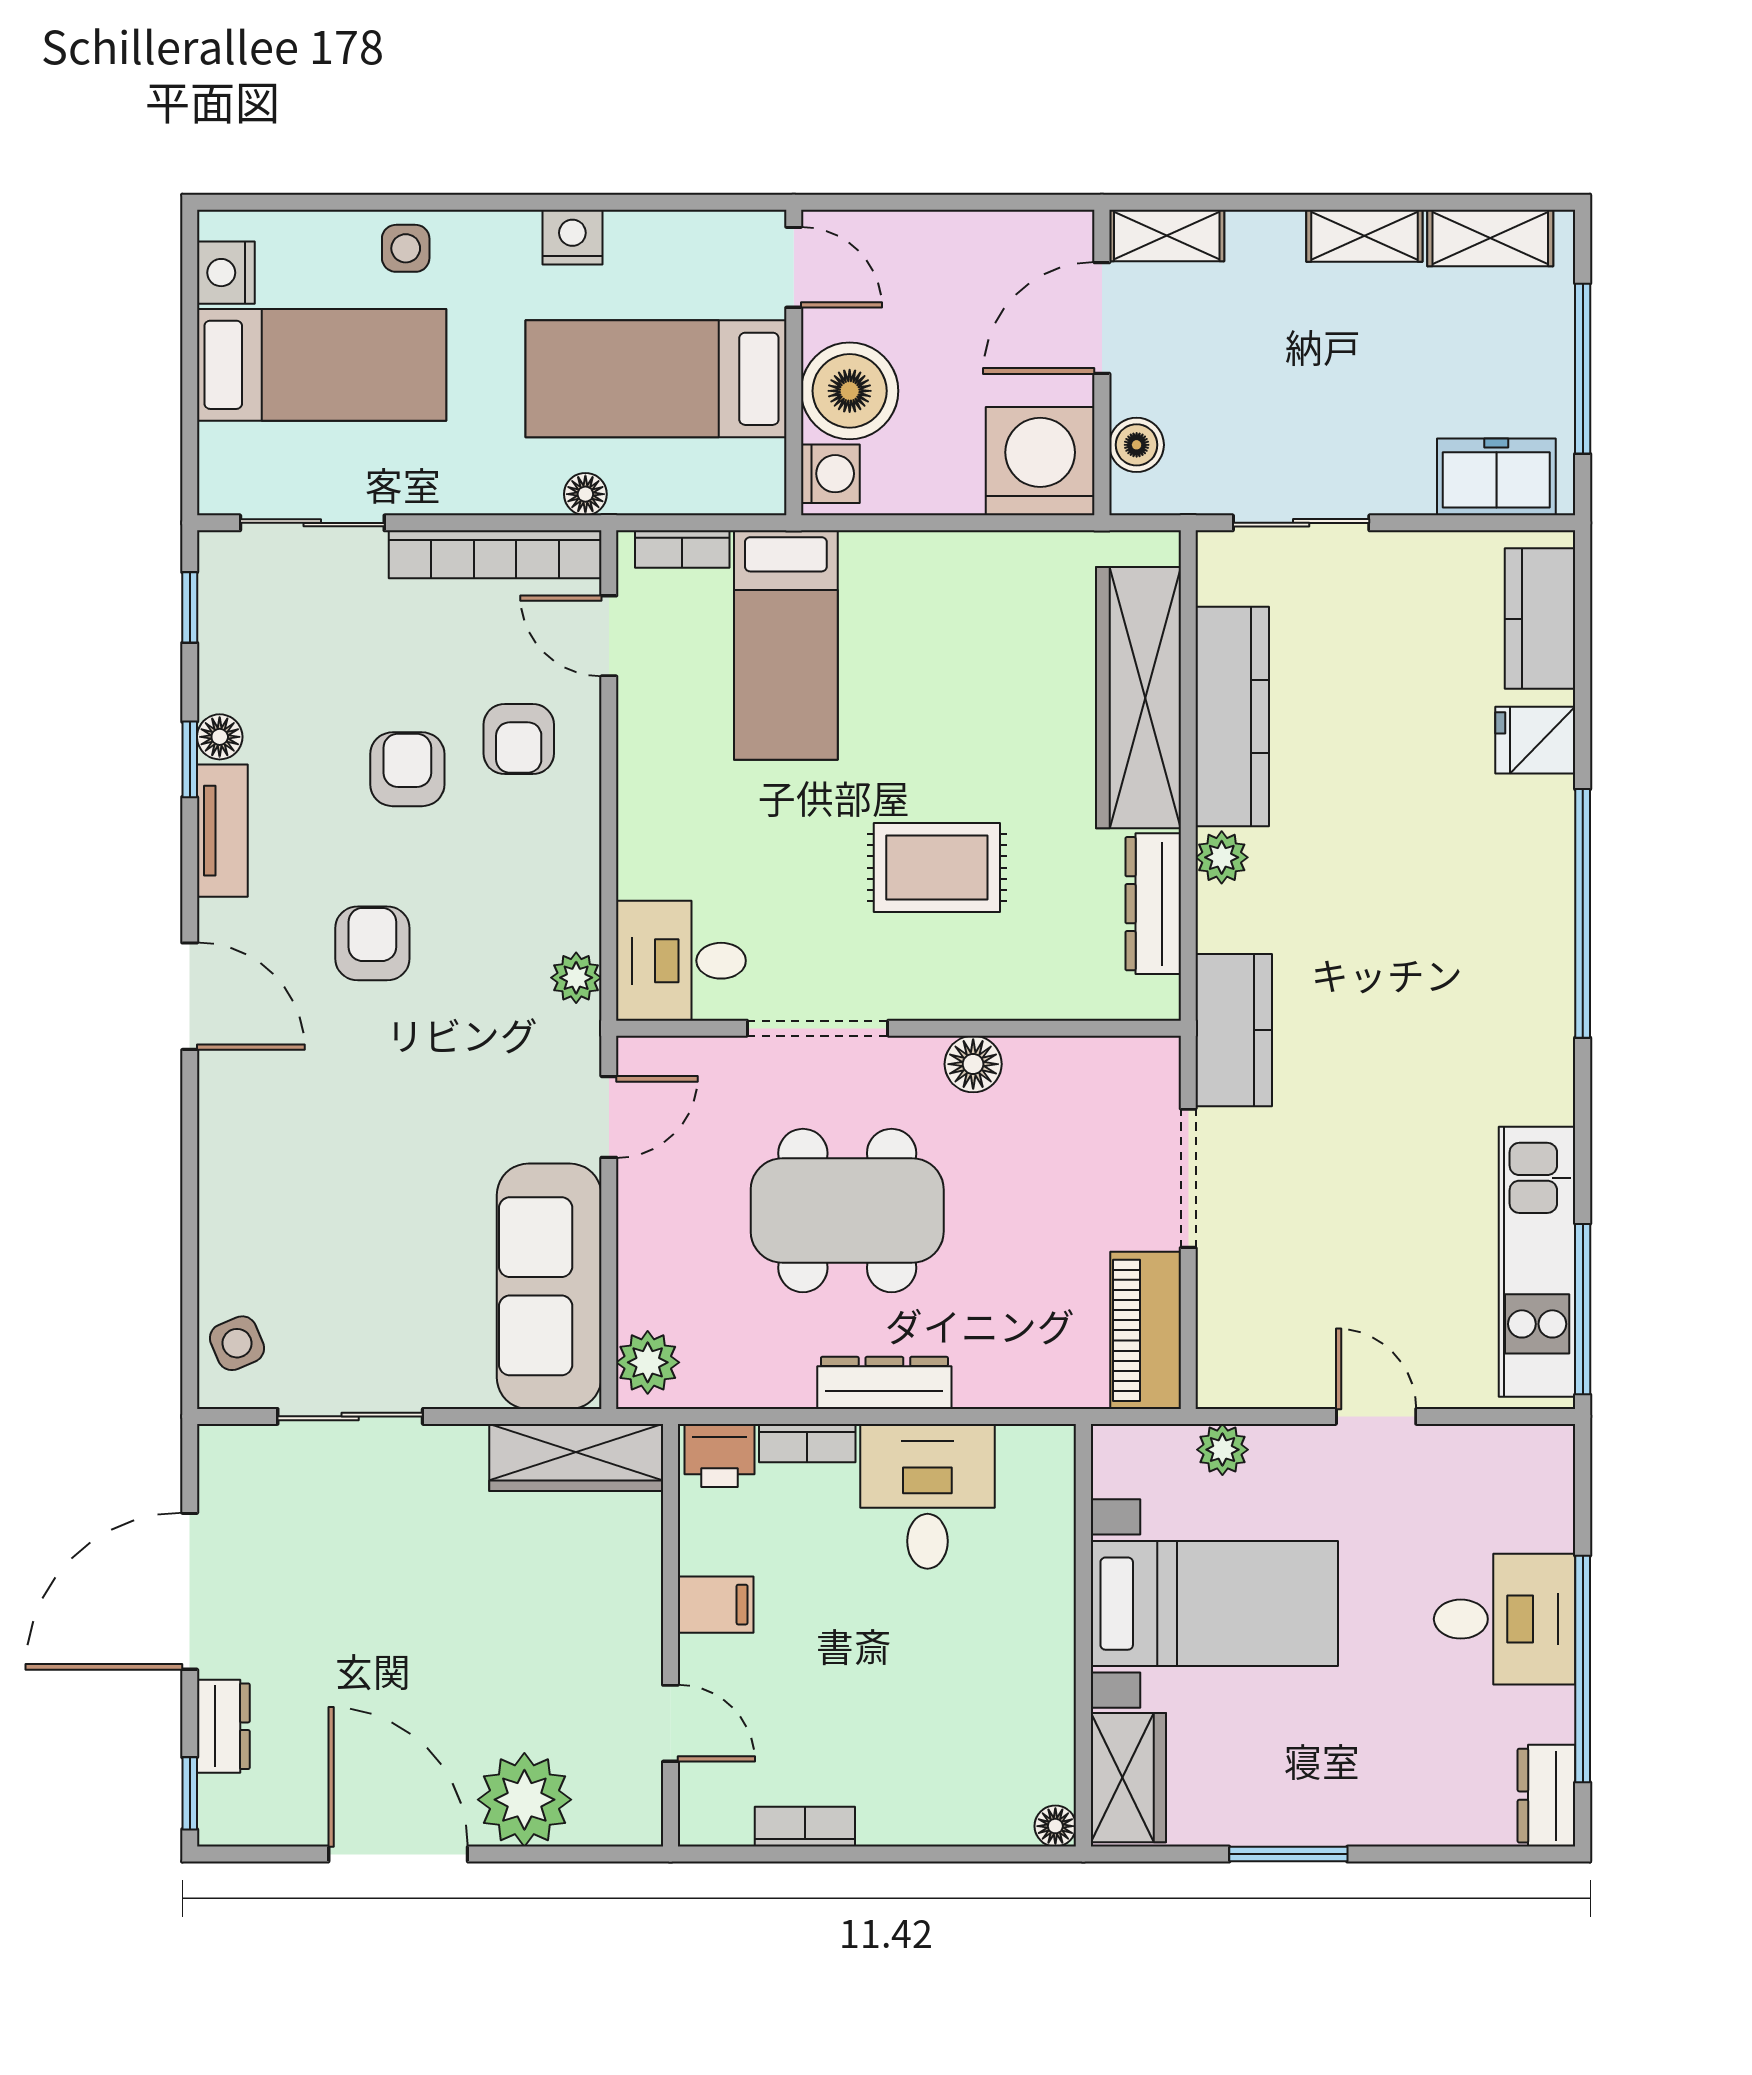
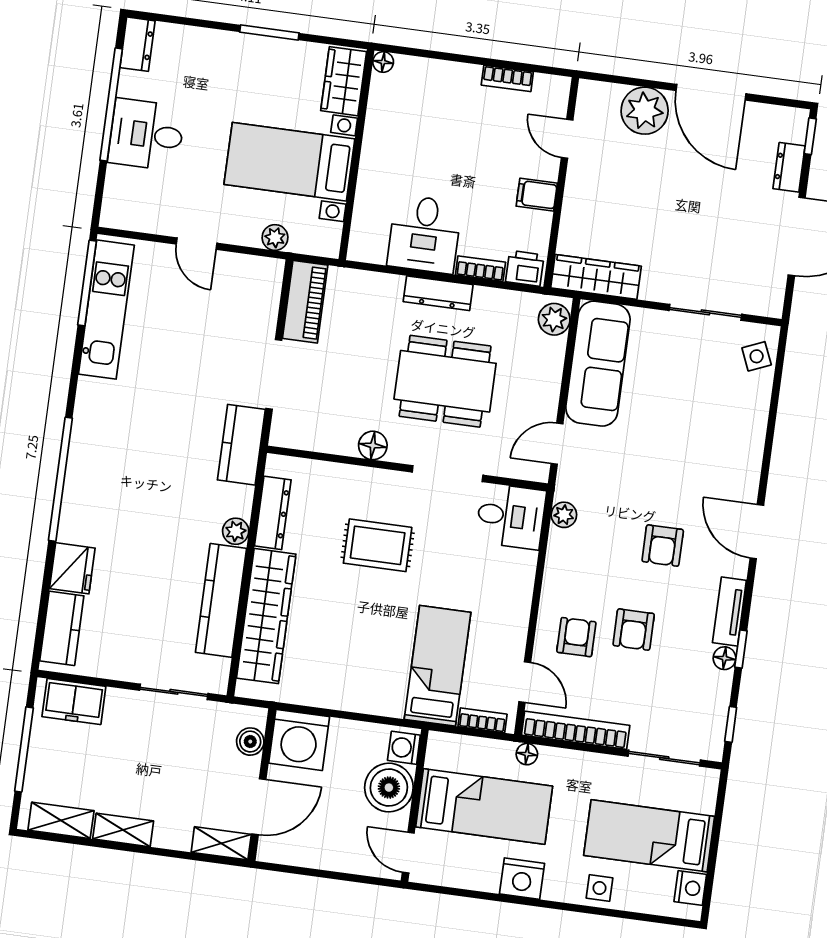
nightstand: (572, 237) -> (522, 879), width x1.36, depth x1.33
fridge: (1535, 740) -> (72, 568), width x1.38

